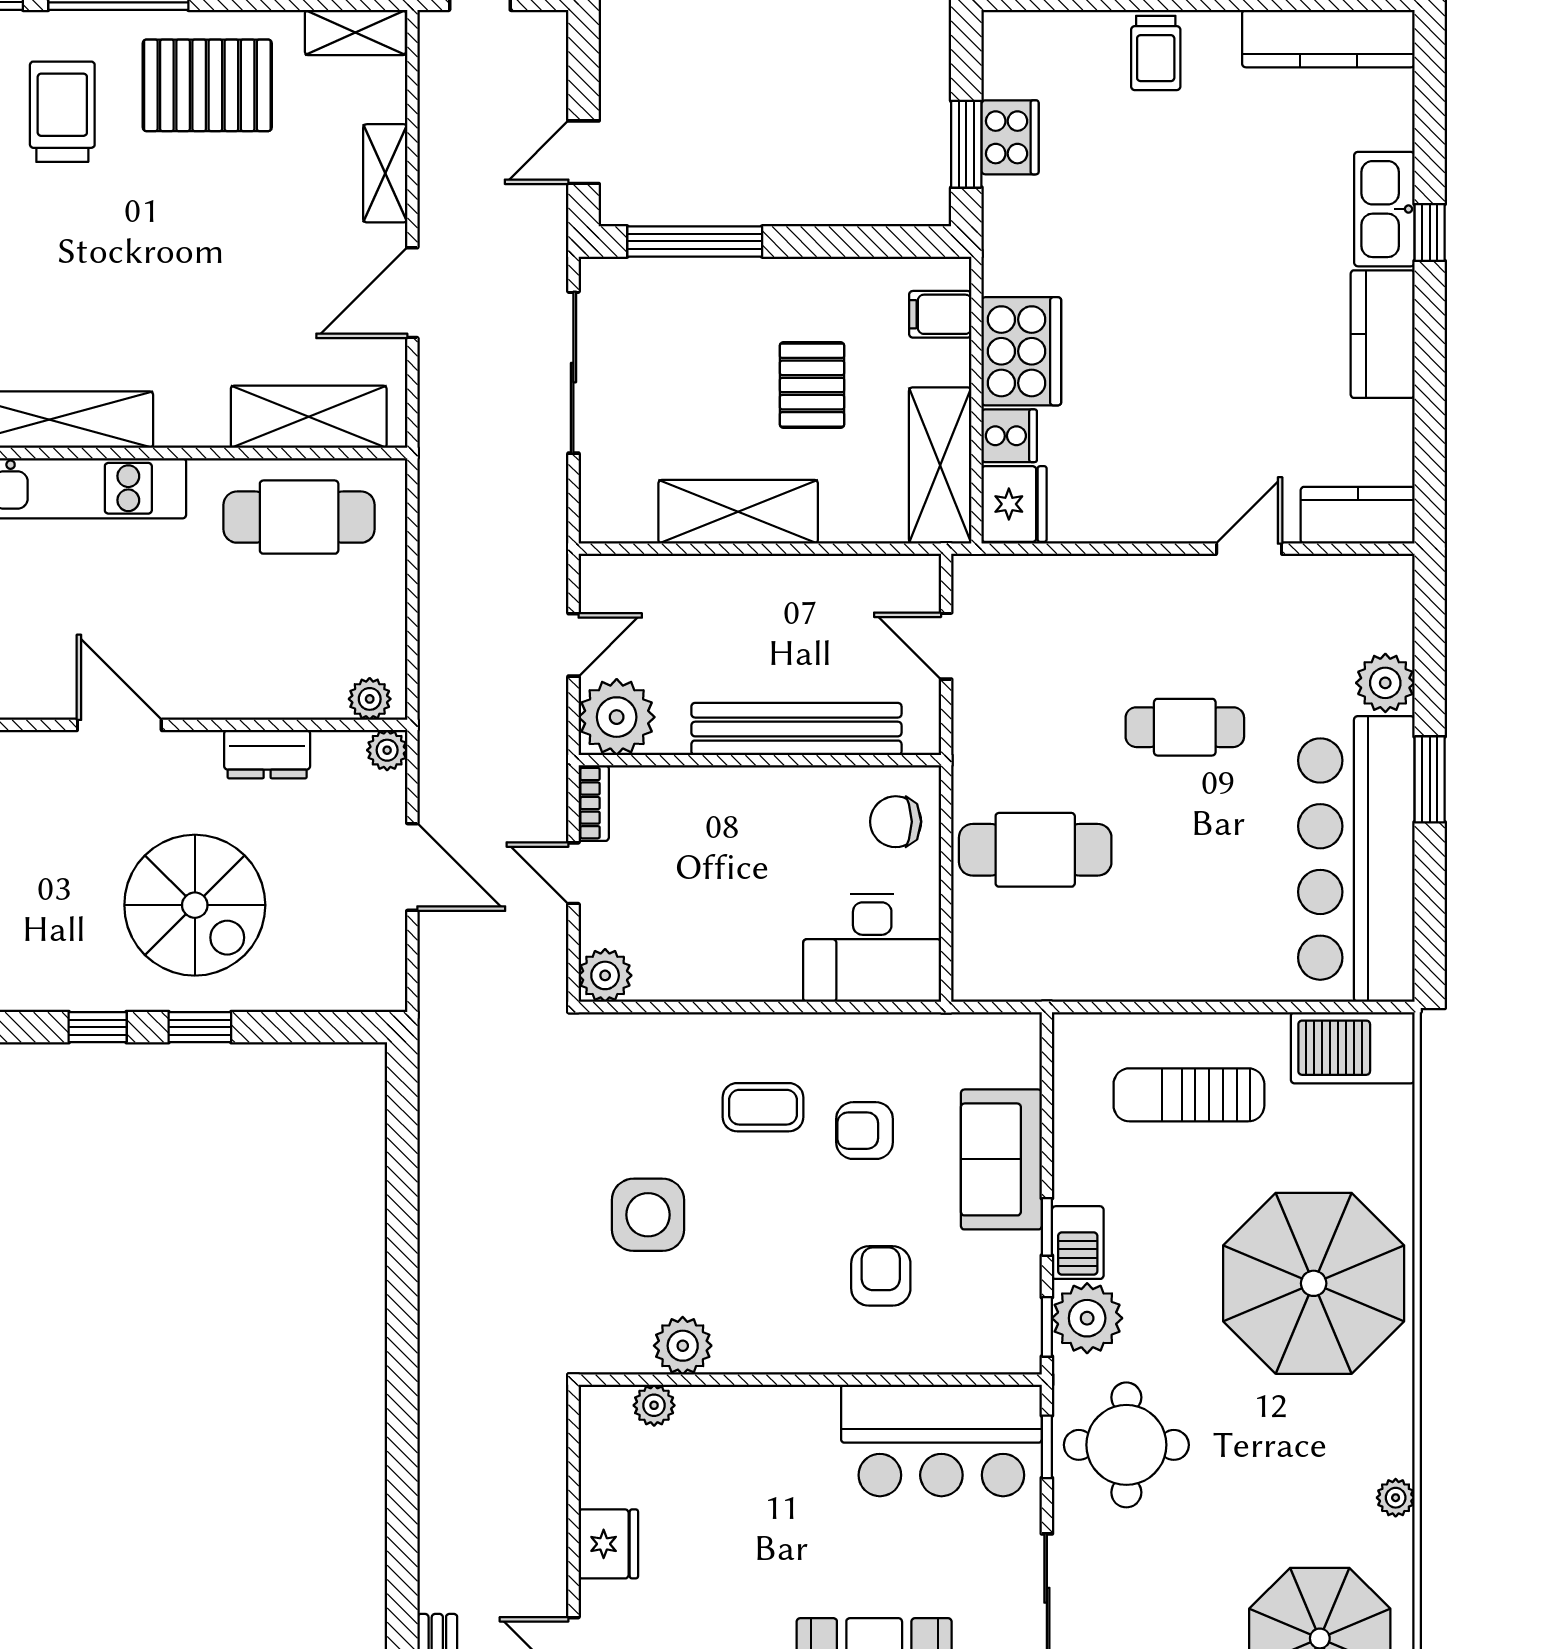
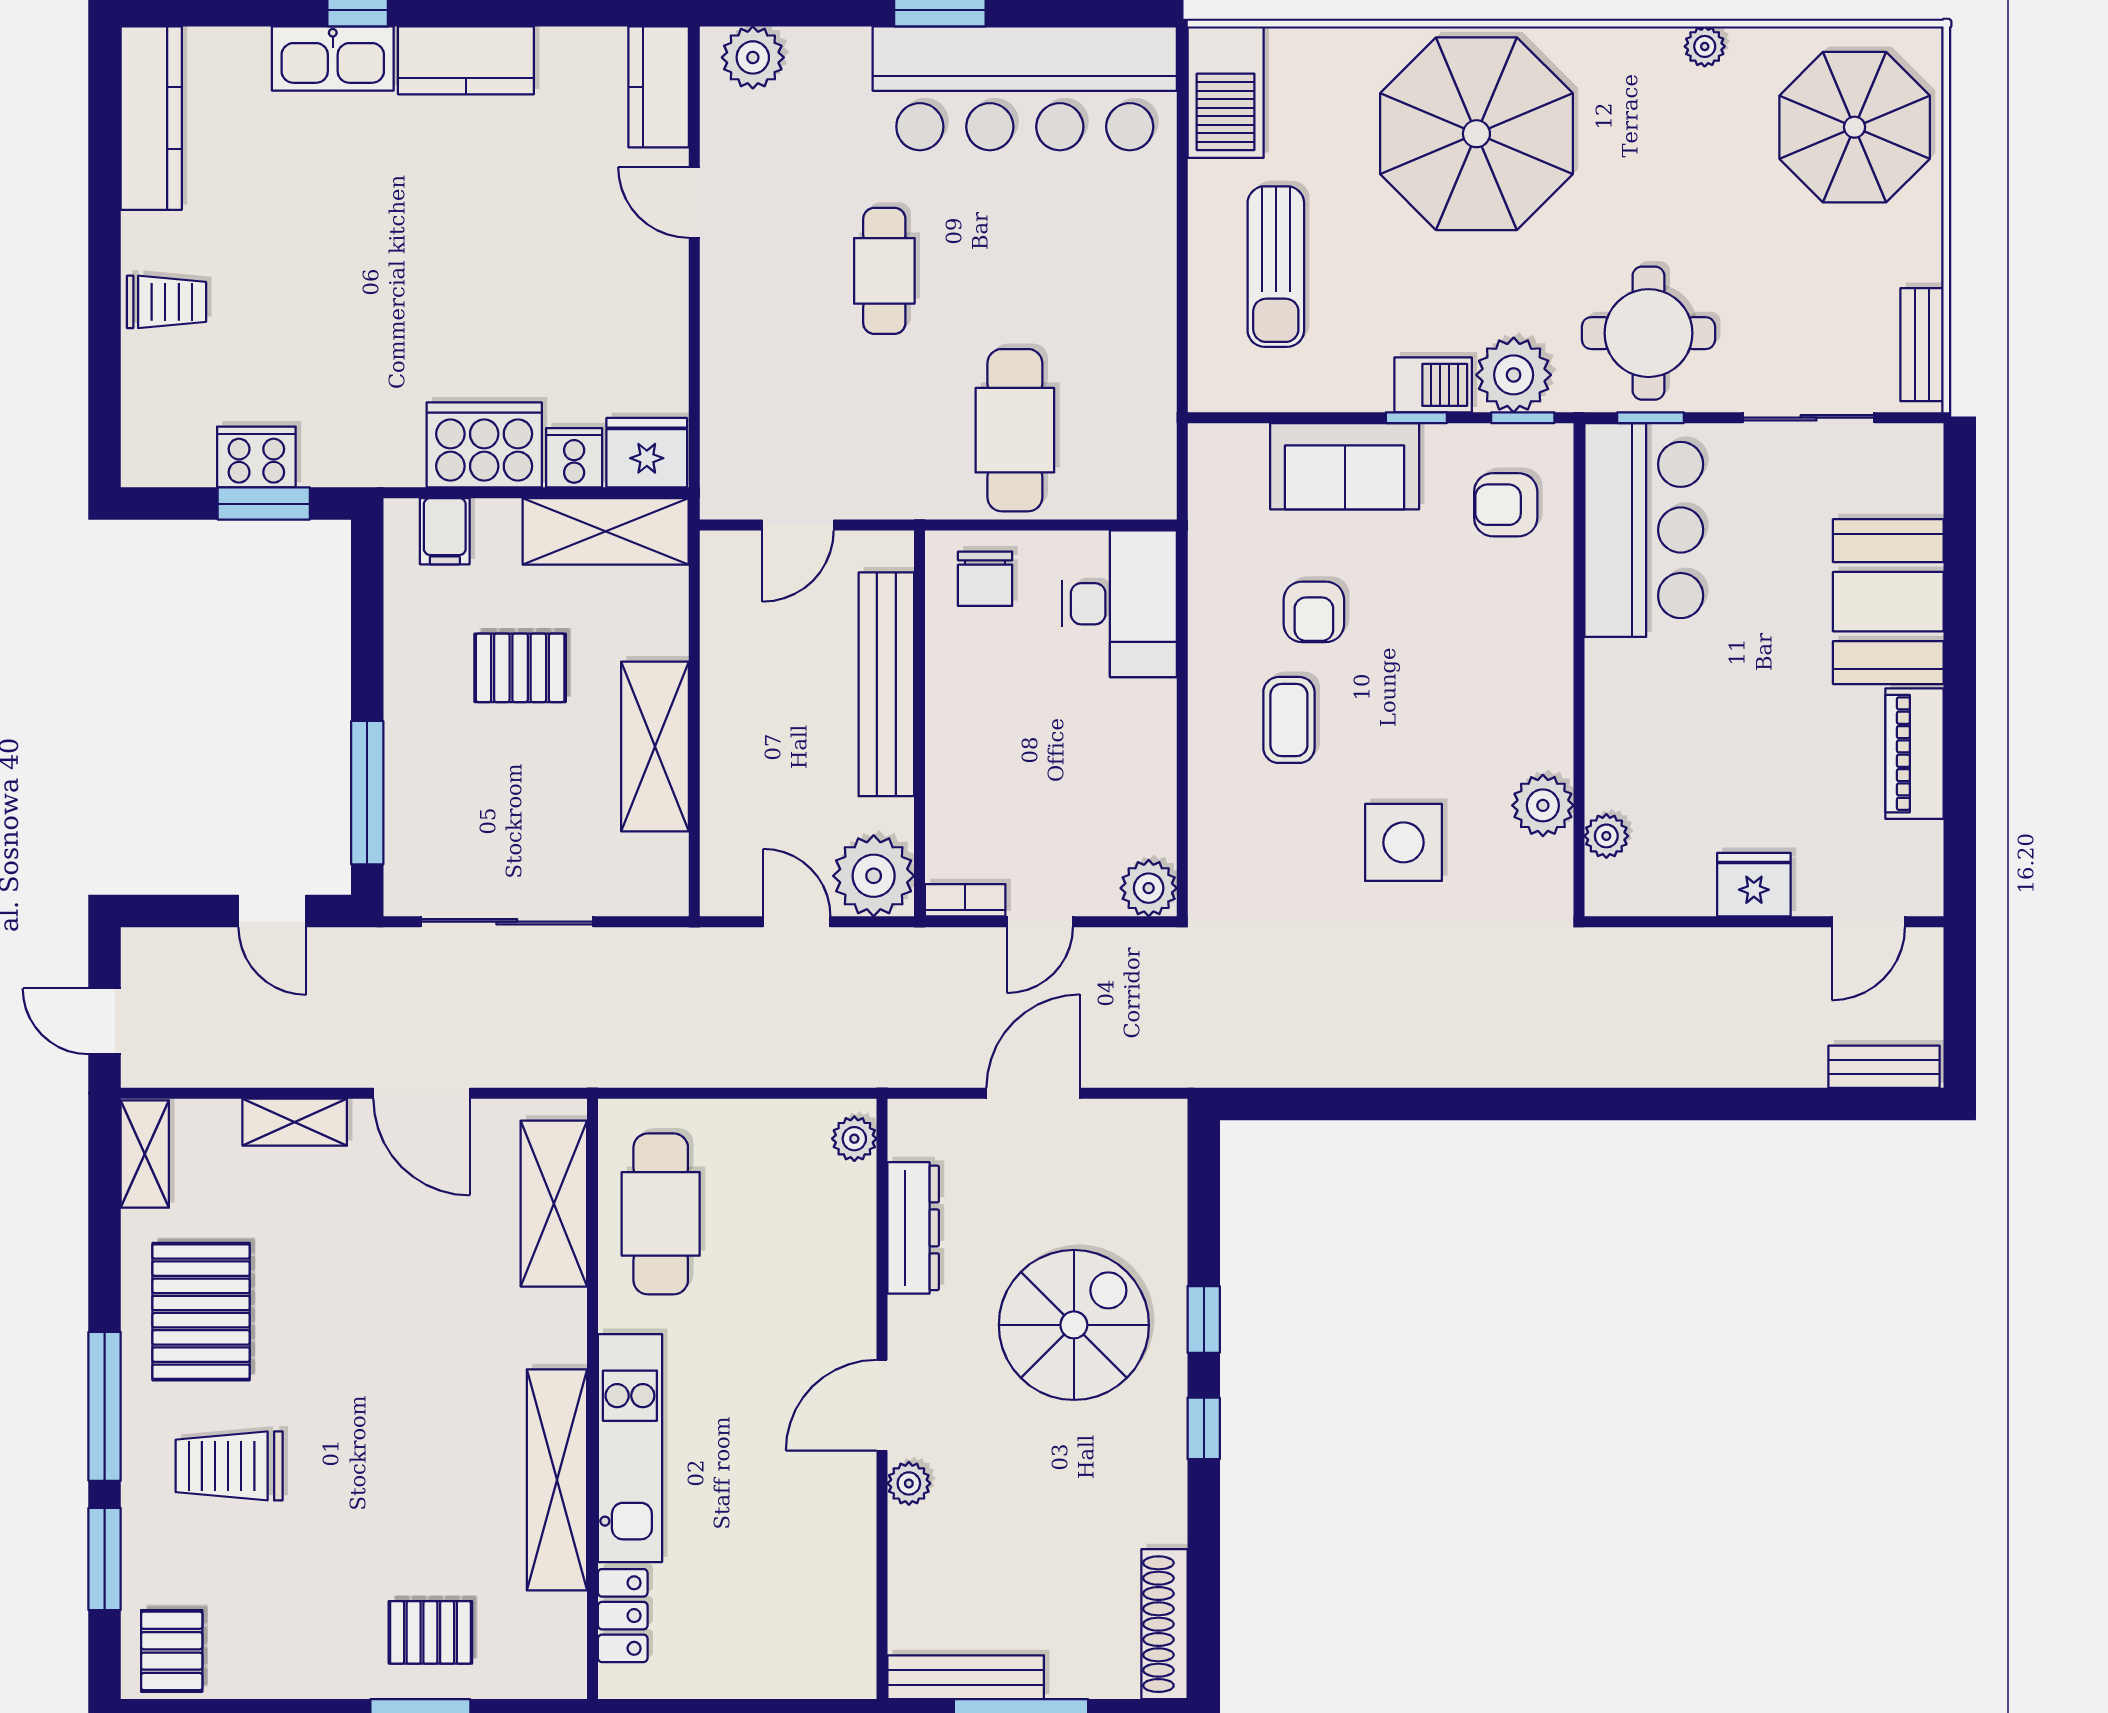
plant: (1385, 683) -> (753, 57), moved
plant: (387, 750) -> (909, 1483), moved
dresser: (267, 754) -> (913, 1228), width x1.44
armchair: (881, 1276) -> (1506, 505), moved

